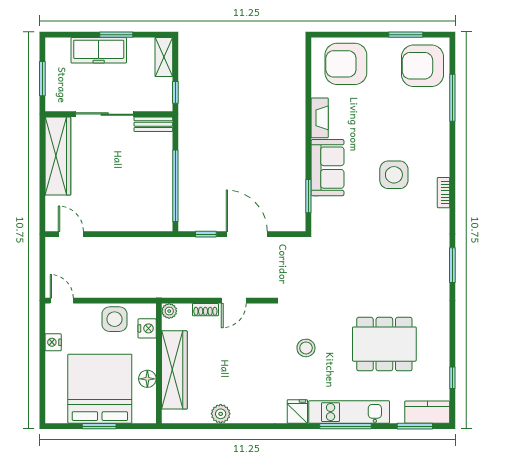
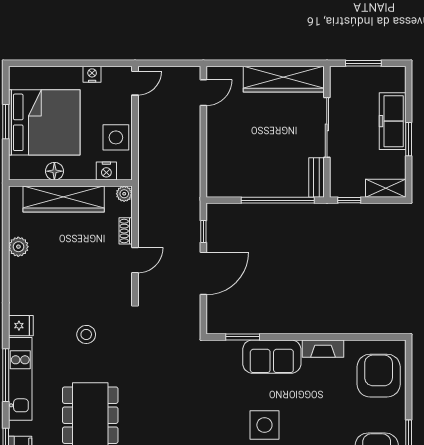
window: (175, 186) -> (278, 200), moved
door: (234, 301) -> (135, 260), swing flipped

